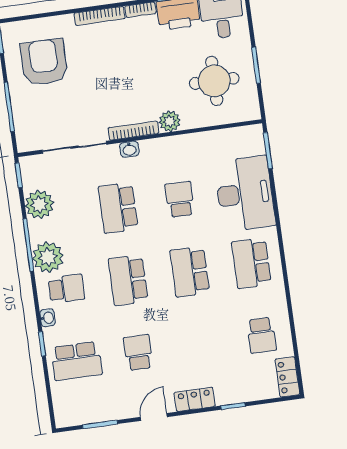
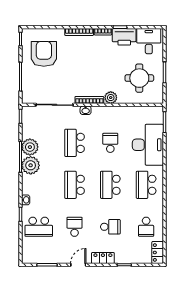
plant: (39, 204) -> (30, 147), moved
school desk: (67, 289) -> (110, 227), moved

